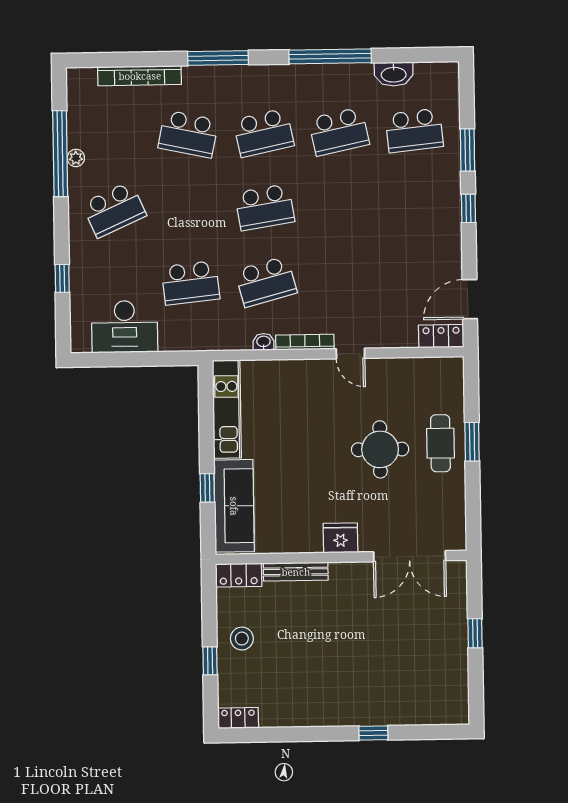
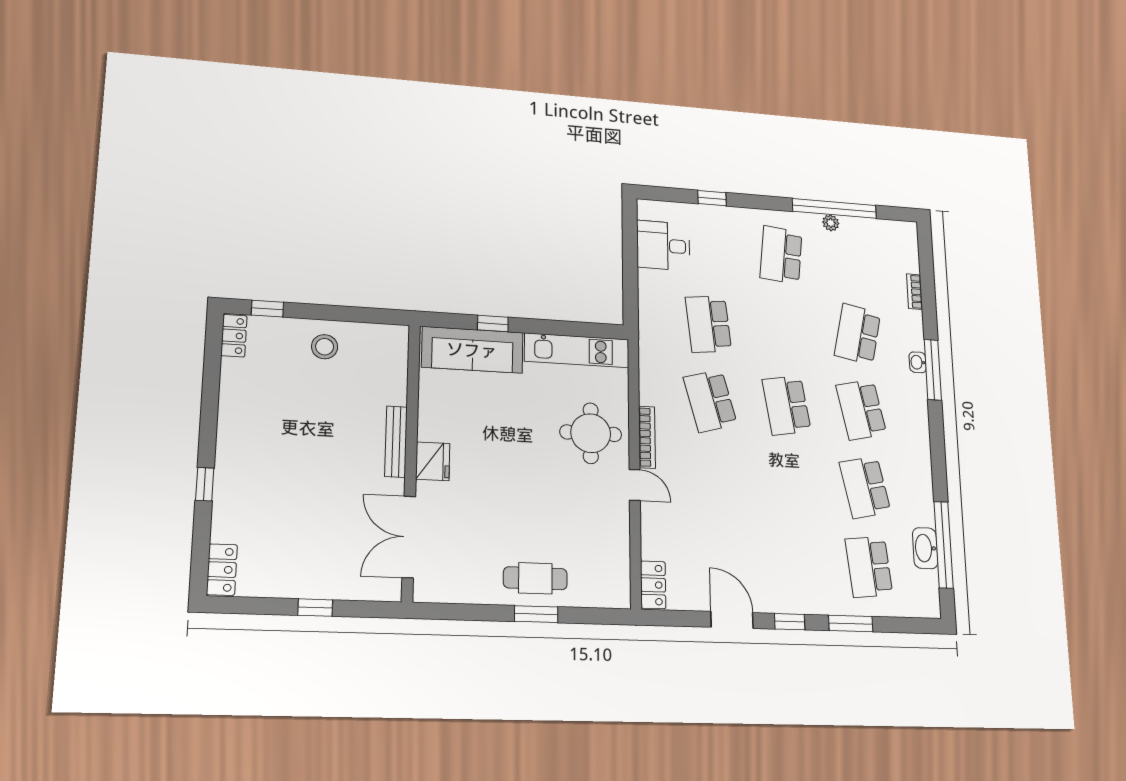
window: (330, 56) -> (944, 545), moved
bookcase: (140, 76) -> (915, 292), width x0.43, depth x0.76
school desk: (114, 210) -> (781, 255), turned 30
door: (470, 299) -> (732, 620), moved
desk: (125, 327) -> (663, 246), width x0.73
washbasin: (263, 342) -> (918, 362), moved, turned 180
door: (350, 353) -> (635, 485), swing flipped
round table: (380, 449) -> (591, 433), moved
bench: (296, 572) -> (396, 442), moved
locker: (239, 575) -> (222, 570), moved, turned 180
window: (210, 661) -> (267, 309), moved

